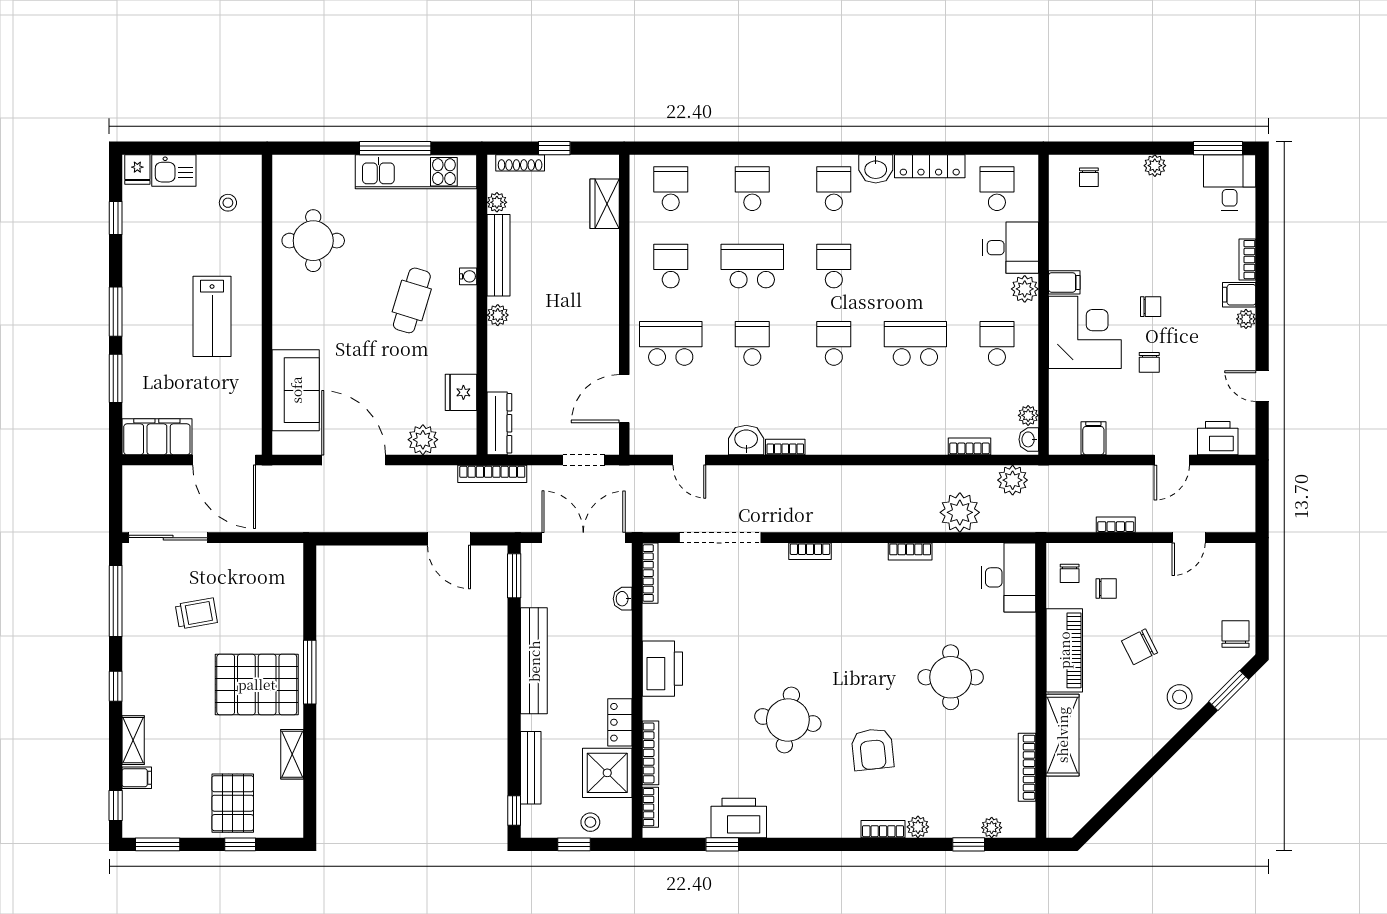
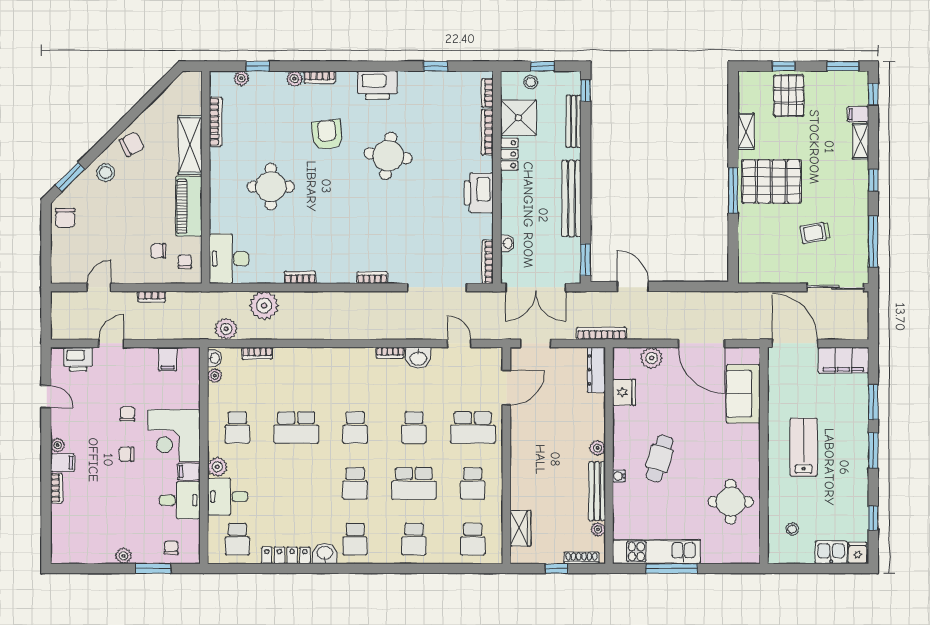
window: (1218, 148) -> (153, 568), moved
desk: (1230, 183) -> (180, 500), moved, turned -90
chair: (1140, 647) -> (132, 144), moved
printer: (739, 818) -> (377, 85), moved

